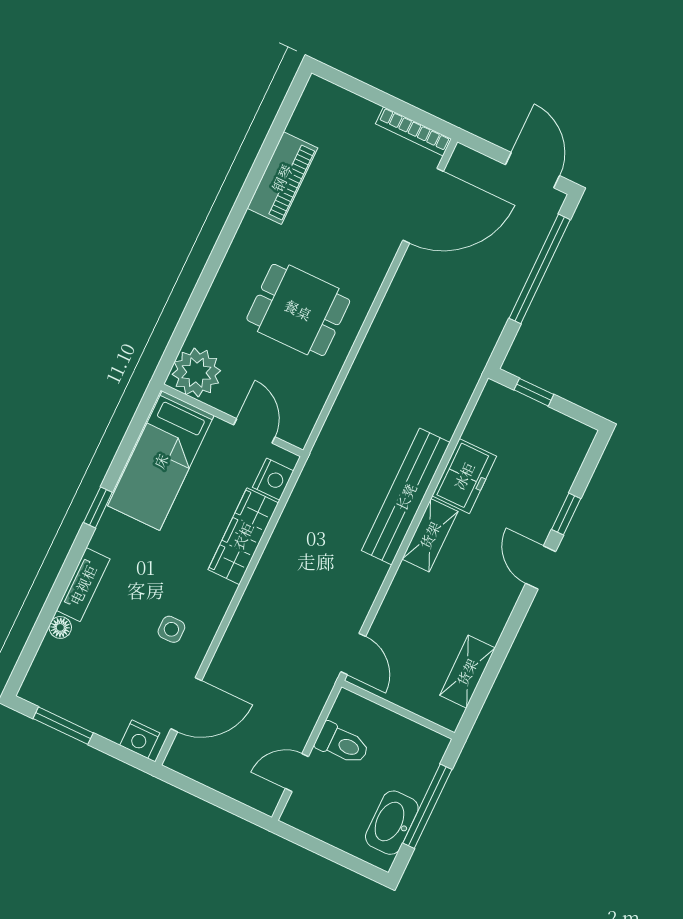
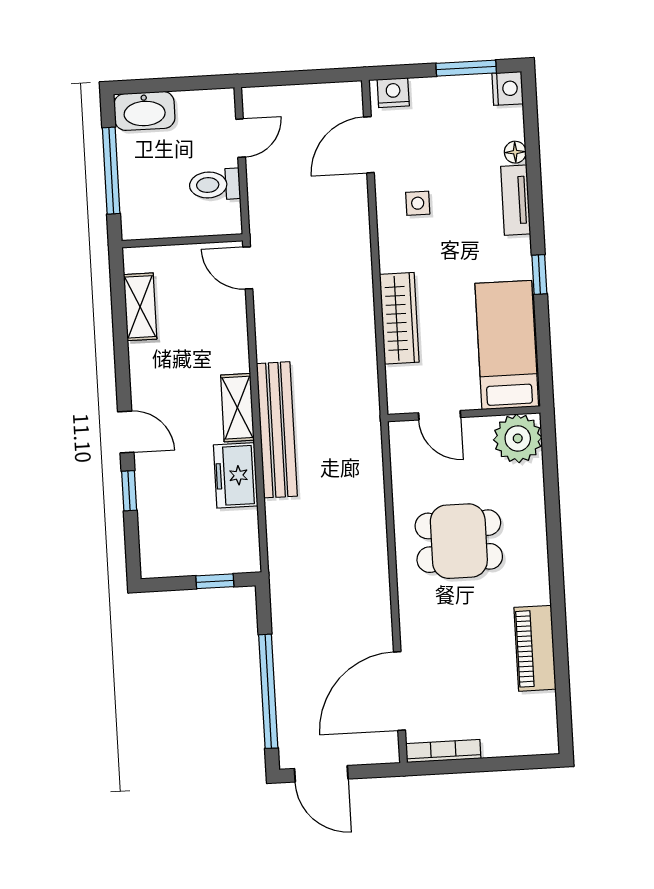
nightstand: (273, 479) -> (508, 88), moved, turned 180
washbasin: (392, 823) -> (144, 111), moved, turned 90

